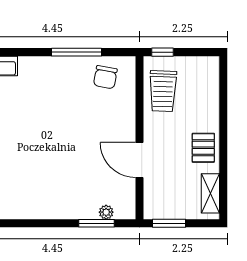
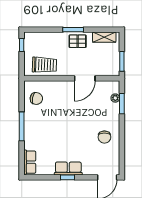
window: (77, 52) -> (22, 126), moved
window: (162, 52) -> (22, 45), moved
window: (223, 140) -> (73, 30), added
chair: (39, 194) -> (104, 137), added

